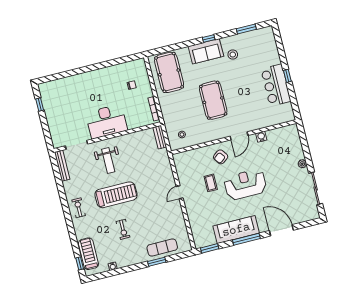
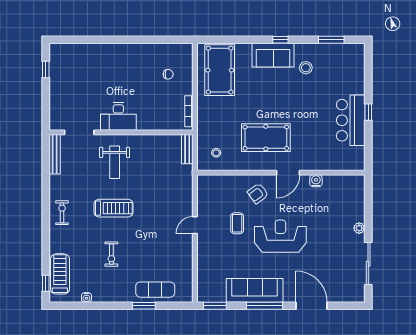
pool table: (213, 100) -> (266, 138), moved, turned 90
desk: (106, 121) -> (118, 116), width x0.73, depth x0.77
treadmill: (116, 195) -> (114, 208), width x0.73, depth x0.73

